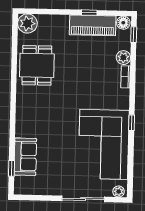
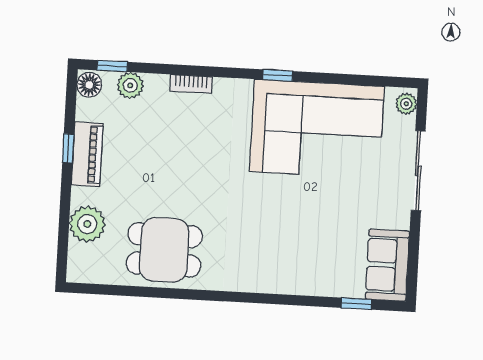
plant: (27, 23) -> (87, 224), moved
piano: (93, 25) -> (87, 154), width x0.73, depth x0.75
plant: (123, 58) -> (130, 85), moved
sofa: (25, 157) -> (387, 265), moved, turned -90

